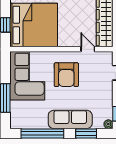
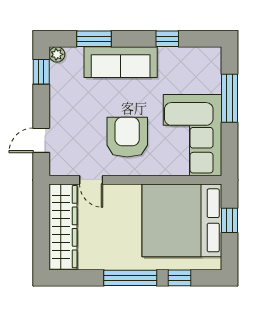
window: (42, 133) -> (167, 39), width x0.32

